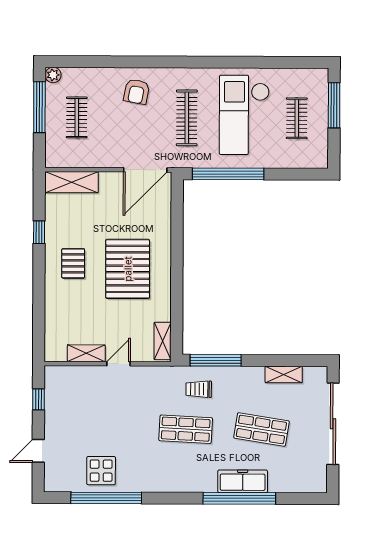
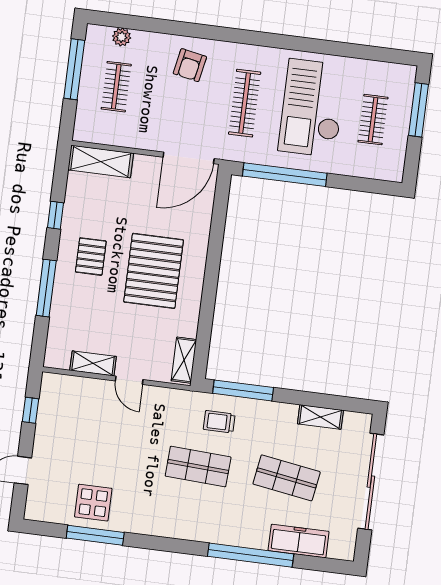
plant: (53, 75) -> (122, 37), moved
window: (39, 295) -> (46, 288), added
door: (118, 364) -> (129, 380), swing flipped
freezer: (243, 481) -> (299, 541), moved
window: (106, 498) -> (95, 535), width x0.68

